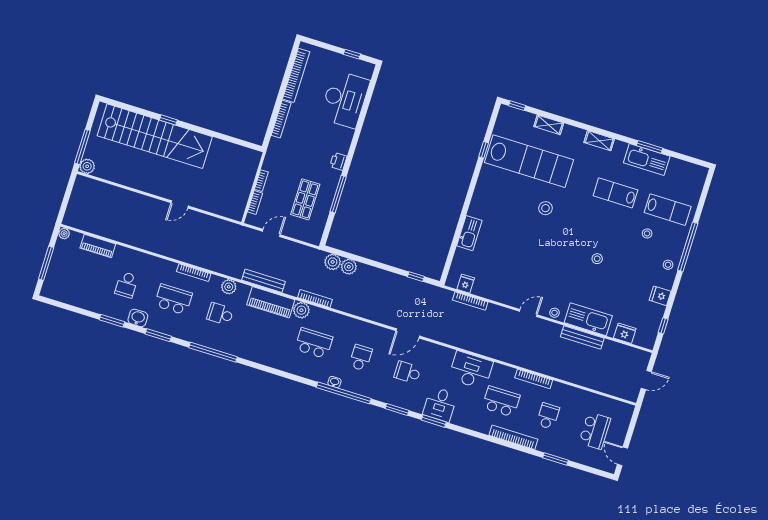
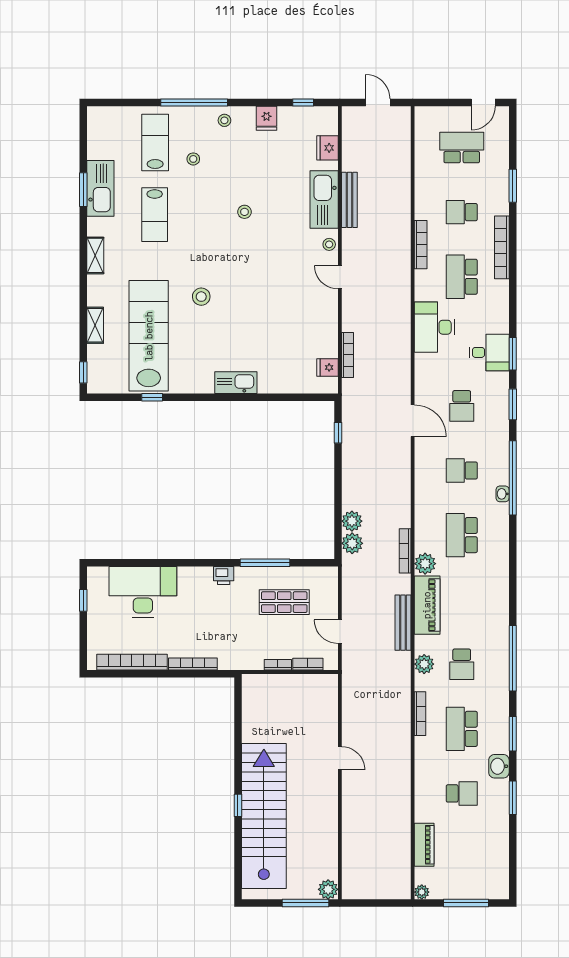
kitchen sink: (469, 233) -> (236, 383), moved

